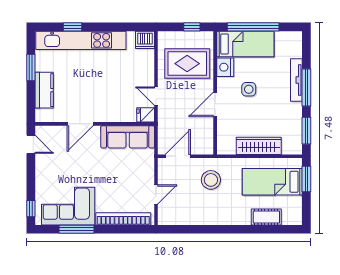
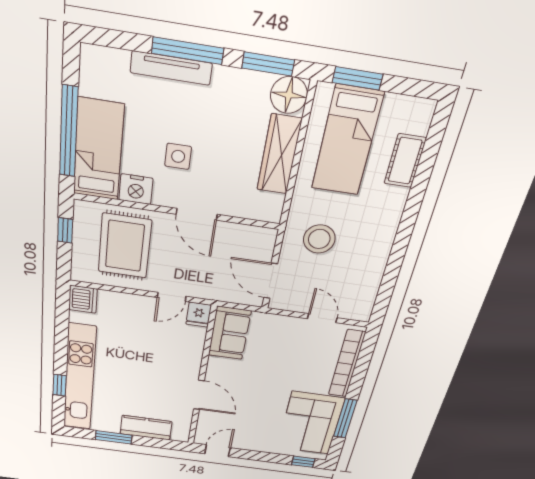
sofa: (128, 137) -> (229, 333), width x0.73
floor lamp: (292, 145) -> (289, 95), added

